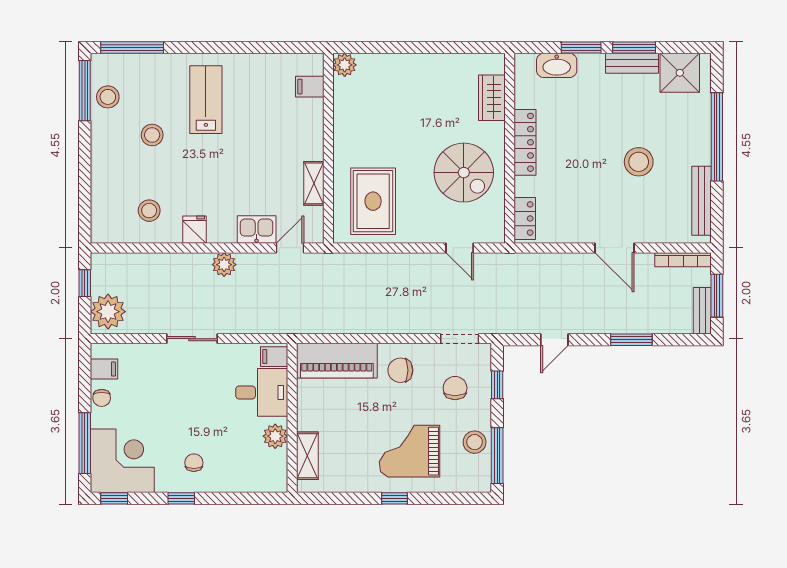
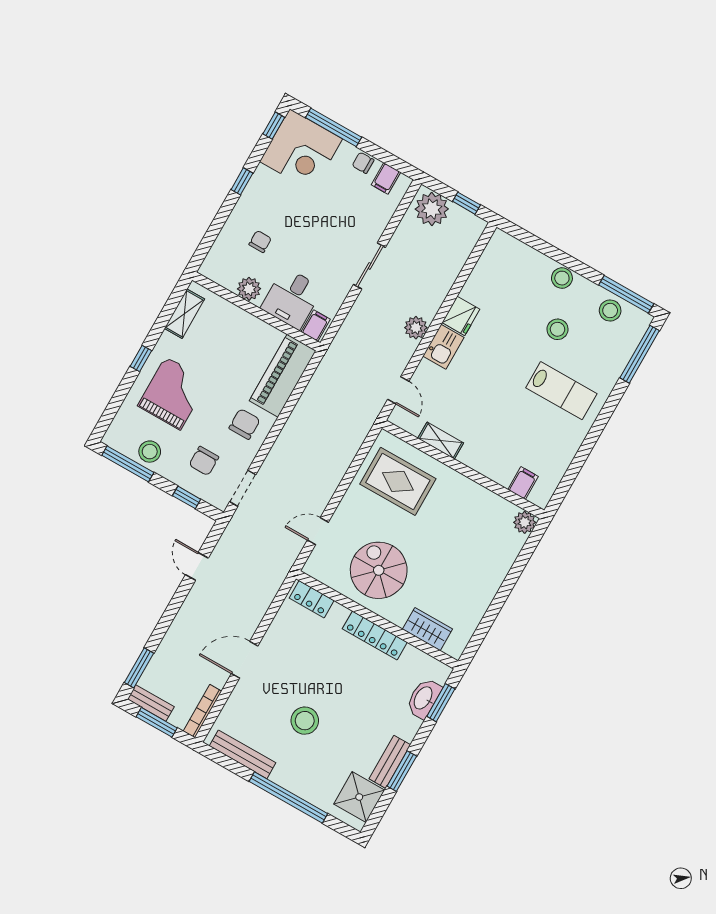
window: (581, 47) -> (441, 703), moved
spiral stairs: (464, 173) -> (379, 570), turned 90
stool: (149, 211) -> (562, 278), moved
fridge: (195, 230) -> (461, 316), width x1.38
kitchen sink: (257, 230) -> (443, 347), moved
window: (631, 340) -> (139, 668), moved
chair: (455, 388) -> (204, 461), turned 90
shelving: (307, 456) -> (184, 314), moved, turned 90
chair: (194, 463) -> (260, 242), moved, turned -90

